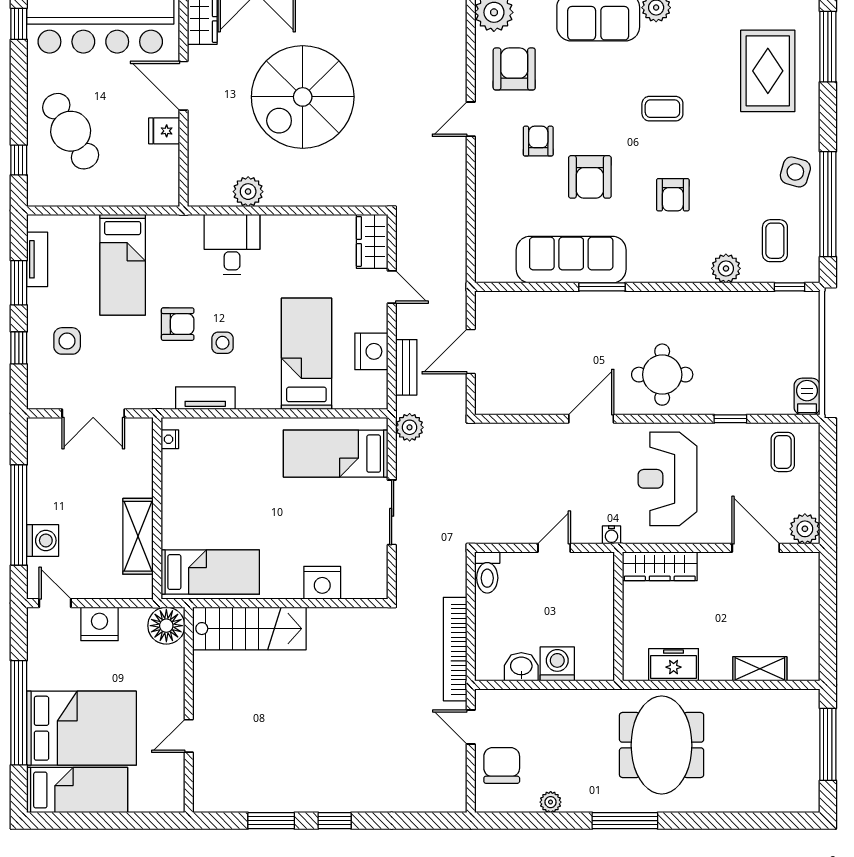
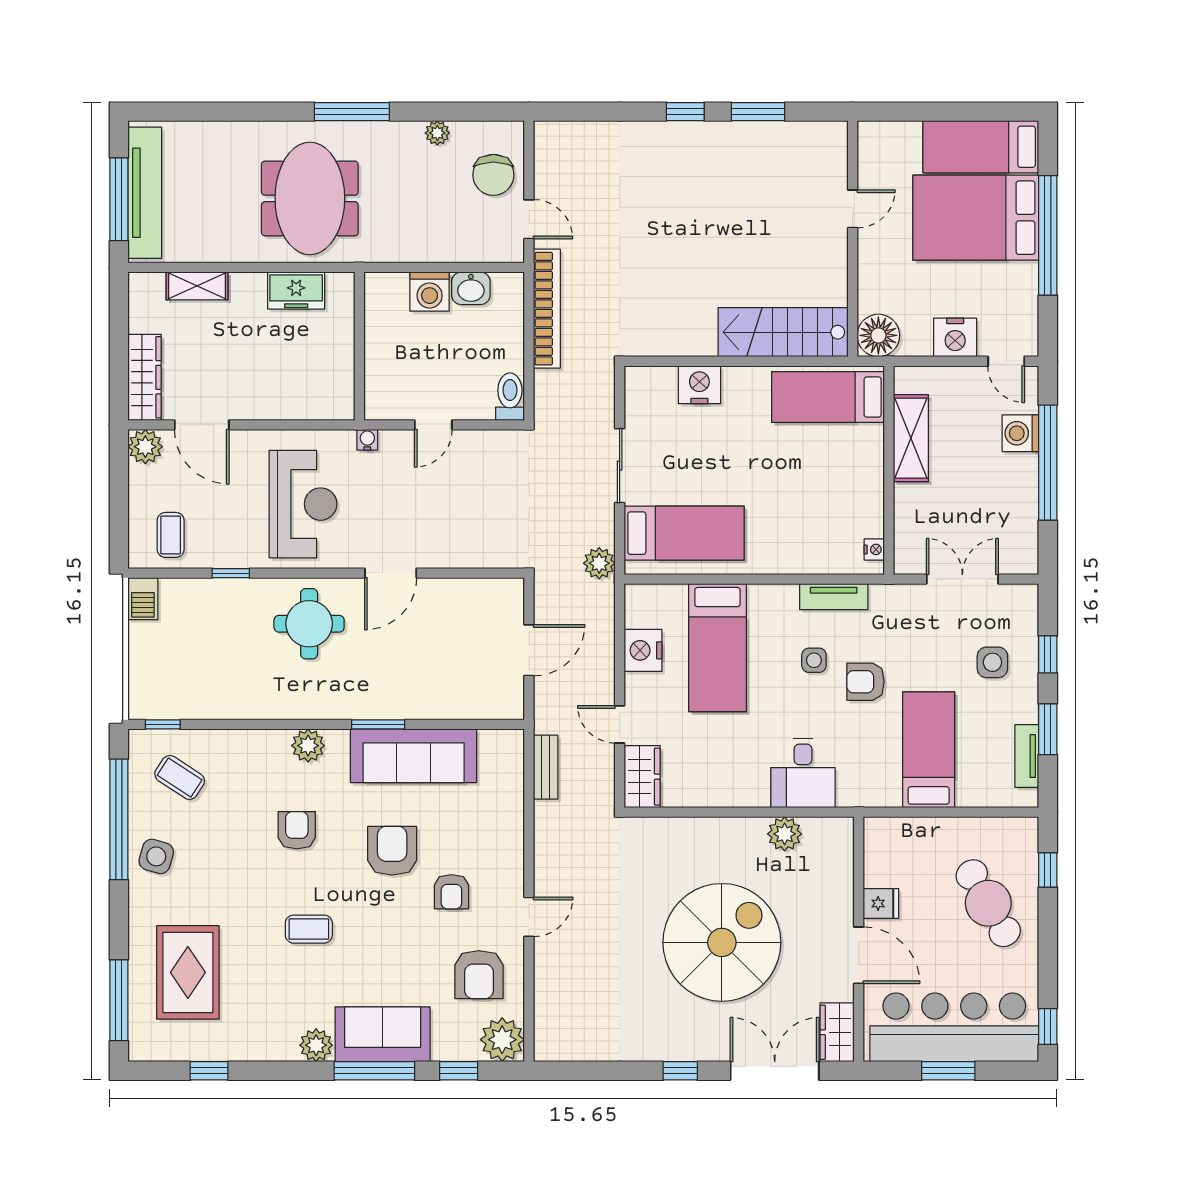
coffee table: (775, 241) -> (180, 777), turned -57
plant: (726, 268) -> (308, 746), moved
bench: (406, 367) -> (546, 767), moved
wardrobe: (660, 566) -> (145, 377), moved, turned 90
tv unit: (805, 750) -> (145, 193), added

